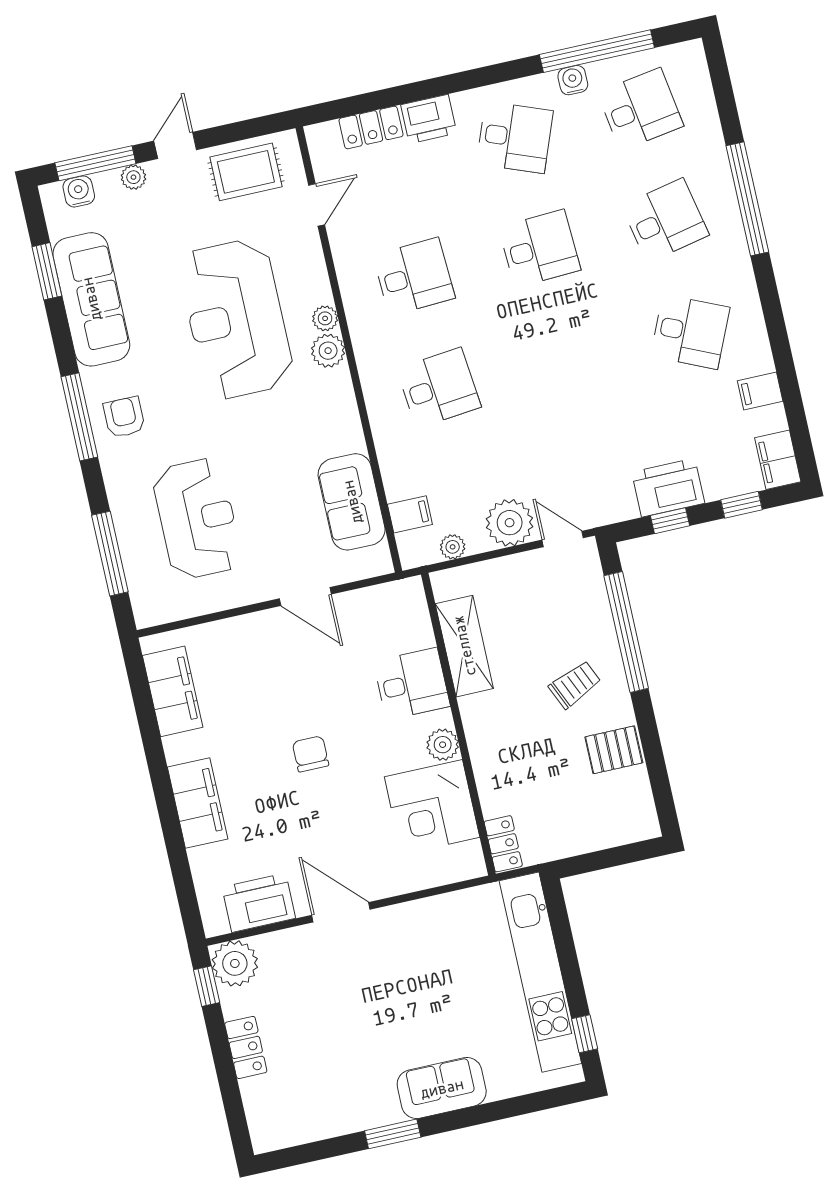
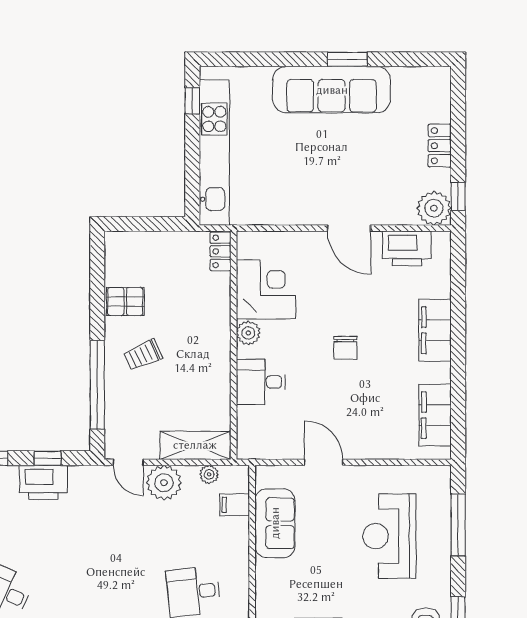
shelving: (464, 646) -> (195, 445), moved, turned 90
sofa: (442, 1088) -> (332, 90), width x1.85, depth x1.27

